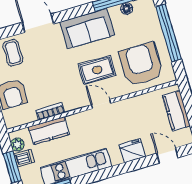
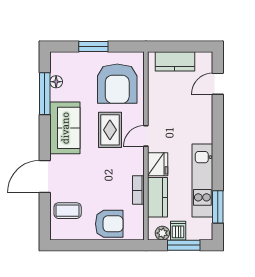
window: (168, 33) -> (93, 46), width x0.47
armchair: (141, 64) -> (117, 84), turned -90
fridge: (132, 151) -> (158, 164), moved, turned 180

